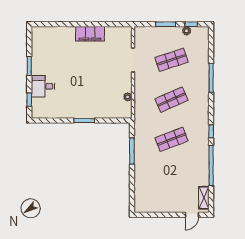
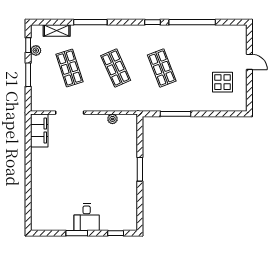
filing cabinet: (90, 34) -> (39, 131), moved
desk: (43, 86) -> (87, 217), moved
display table: (159, 192) -> (223, 82), added
shelving: (204, 198) -> (57, 30), moved
door: (192, 215) -> (249, 62), moved

